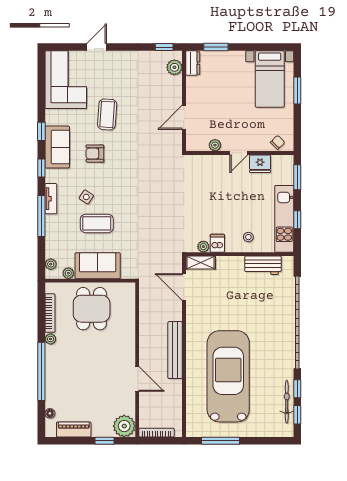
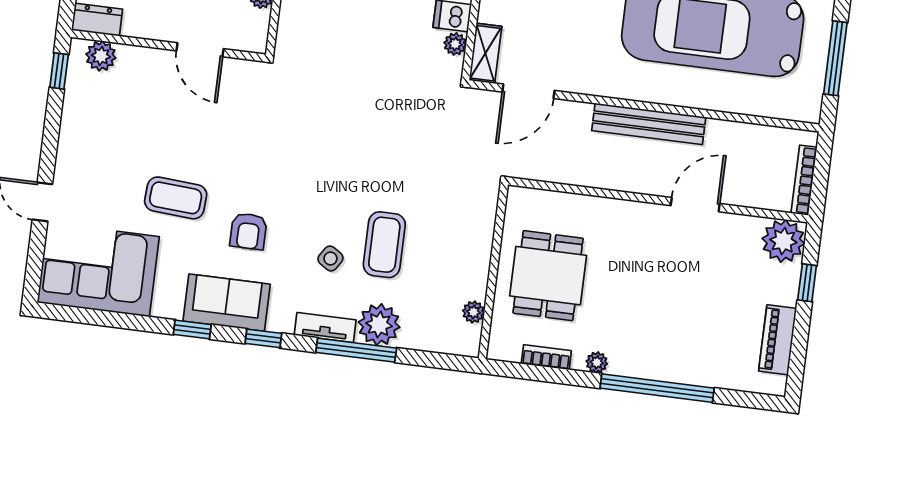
plant: (51, 264) -> (379, 325), moved, width x1.87, depth x1.87
sofa: (98, 266) -> (466, 253), removed
dining table: (92, 309) -> (548, 276), turned 90
bookcase: (50, 313) -> (546, 357), width x0.64
floor lamp: (50, 413) -> (741, 382), removed

